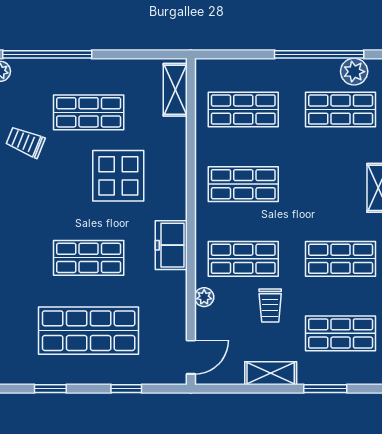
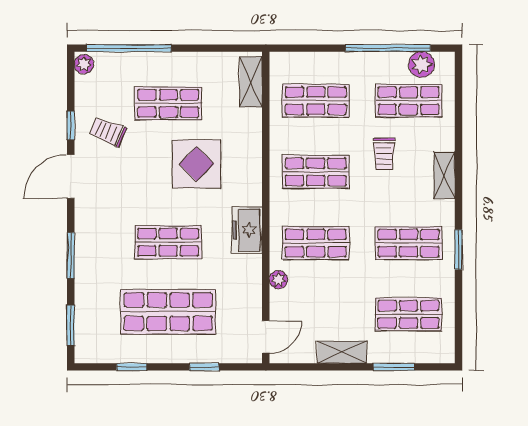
trolley: (270, 306) -> (384, 154), moved

